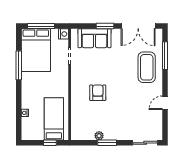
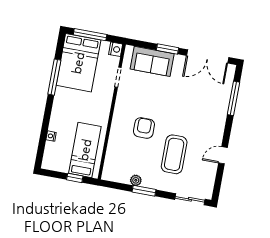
coffee table: (147, 67) -> (174, 154), moved

